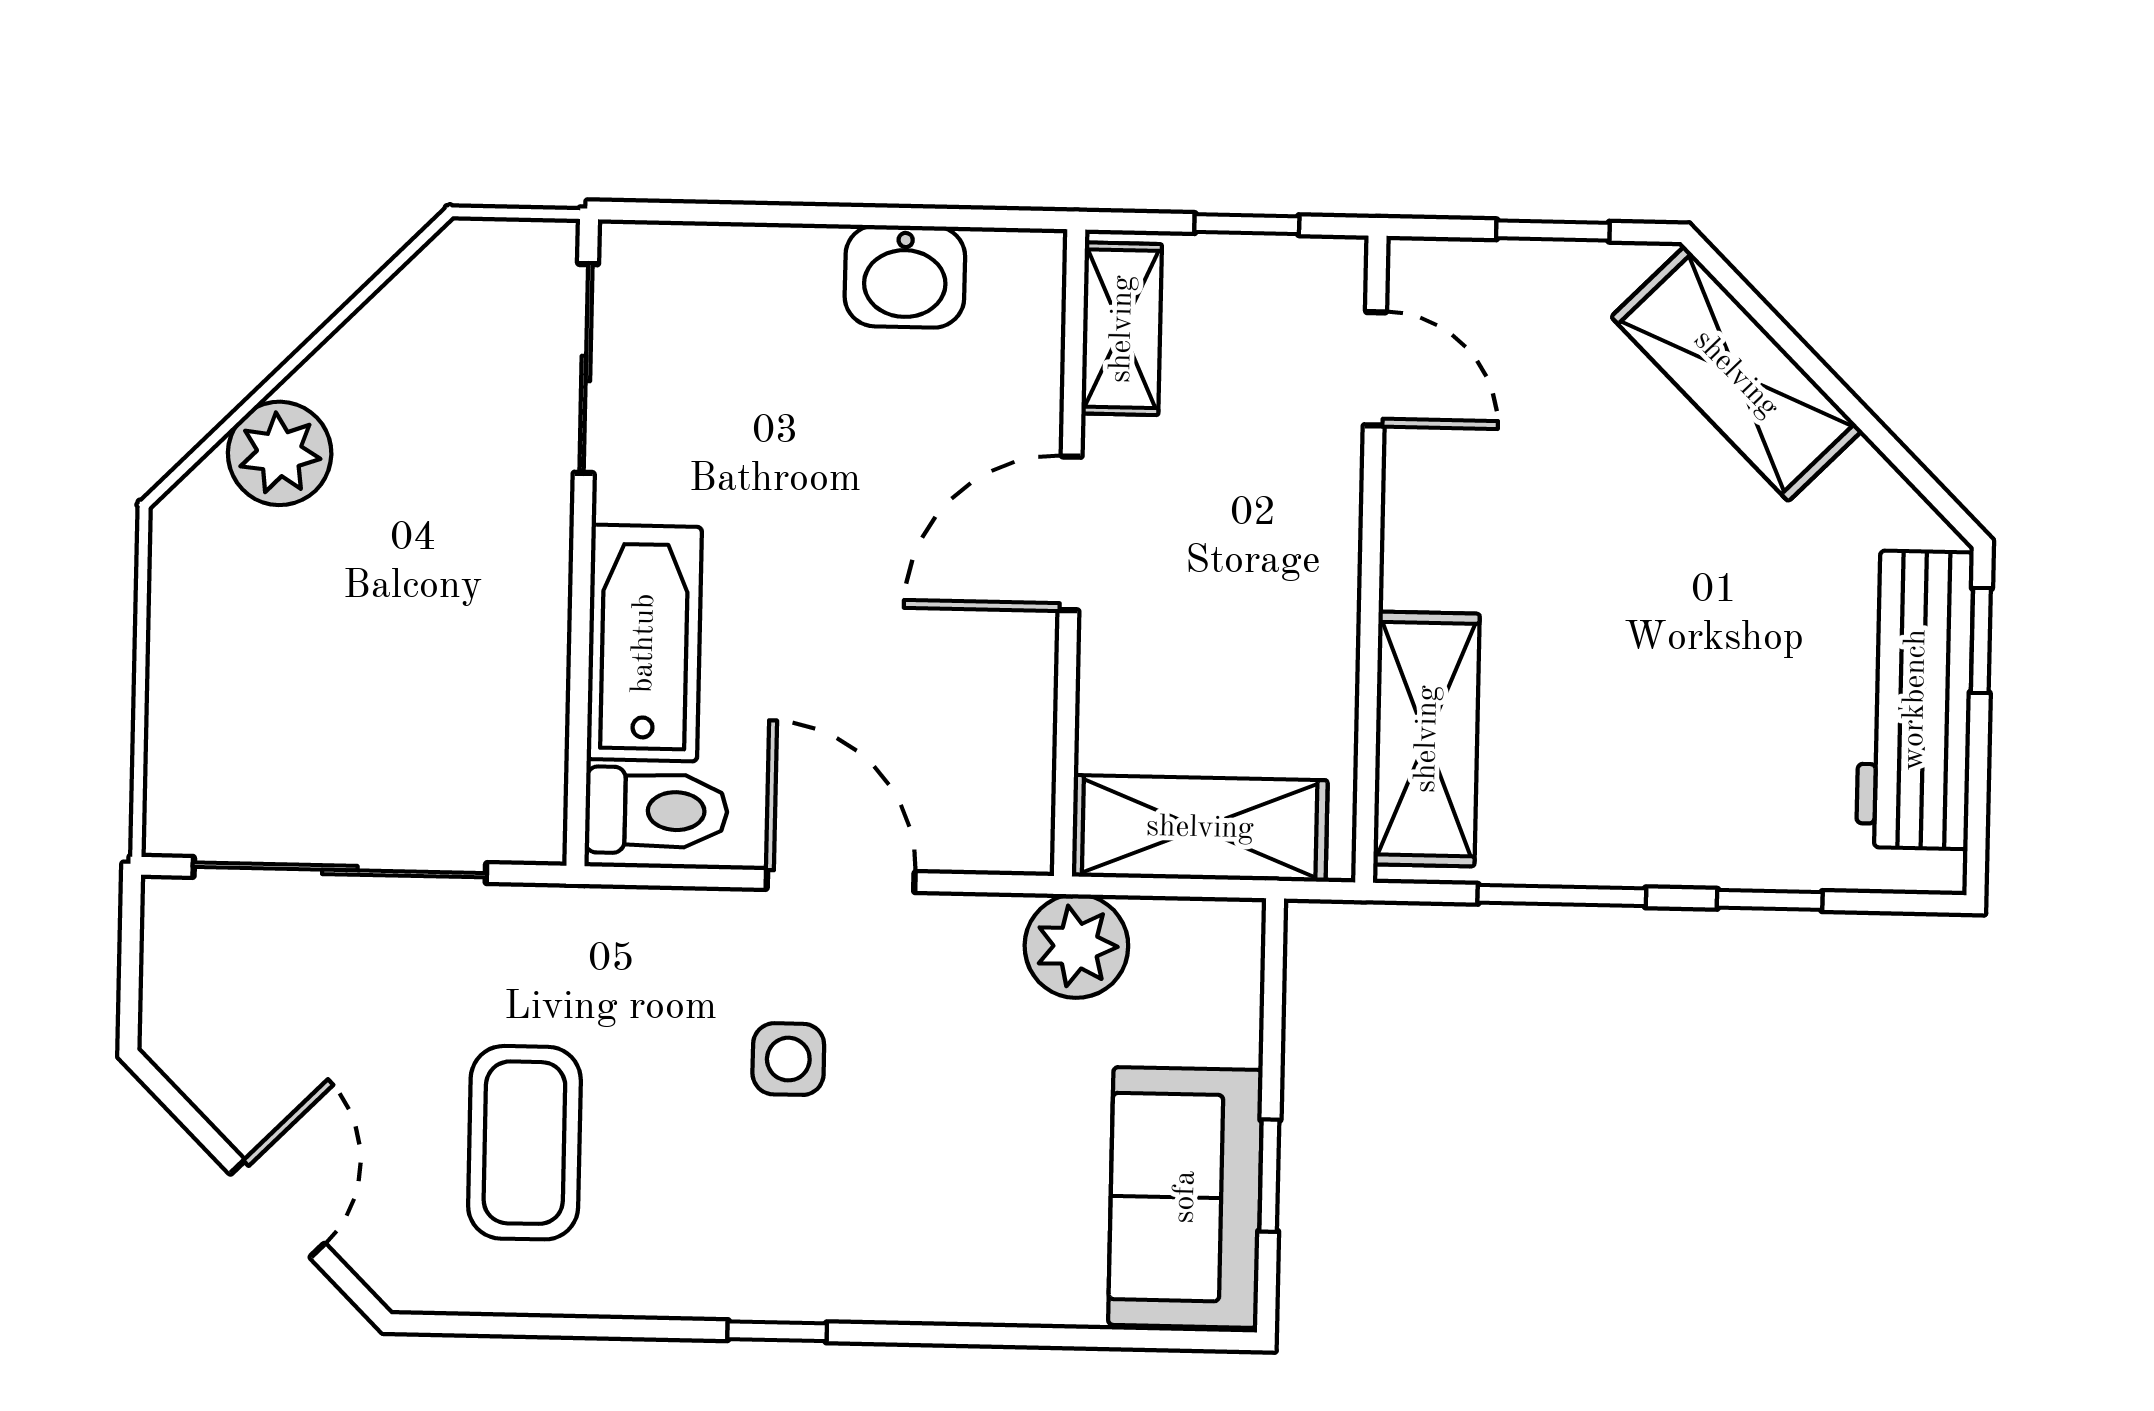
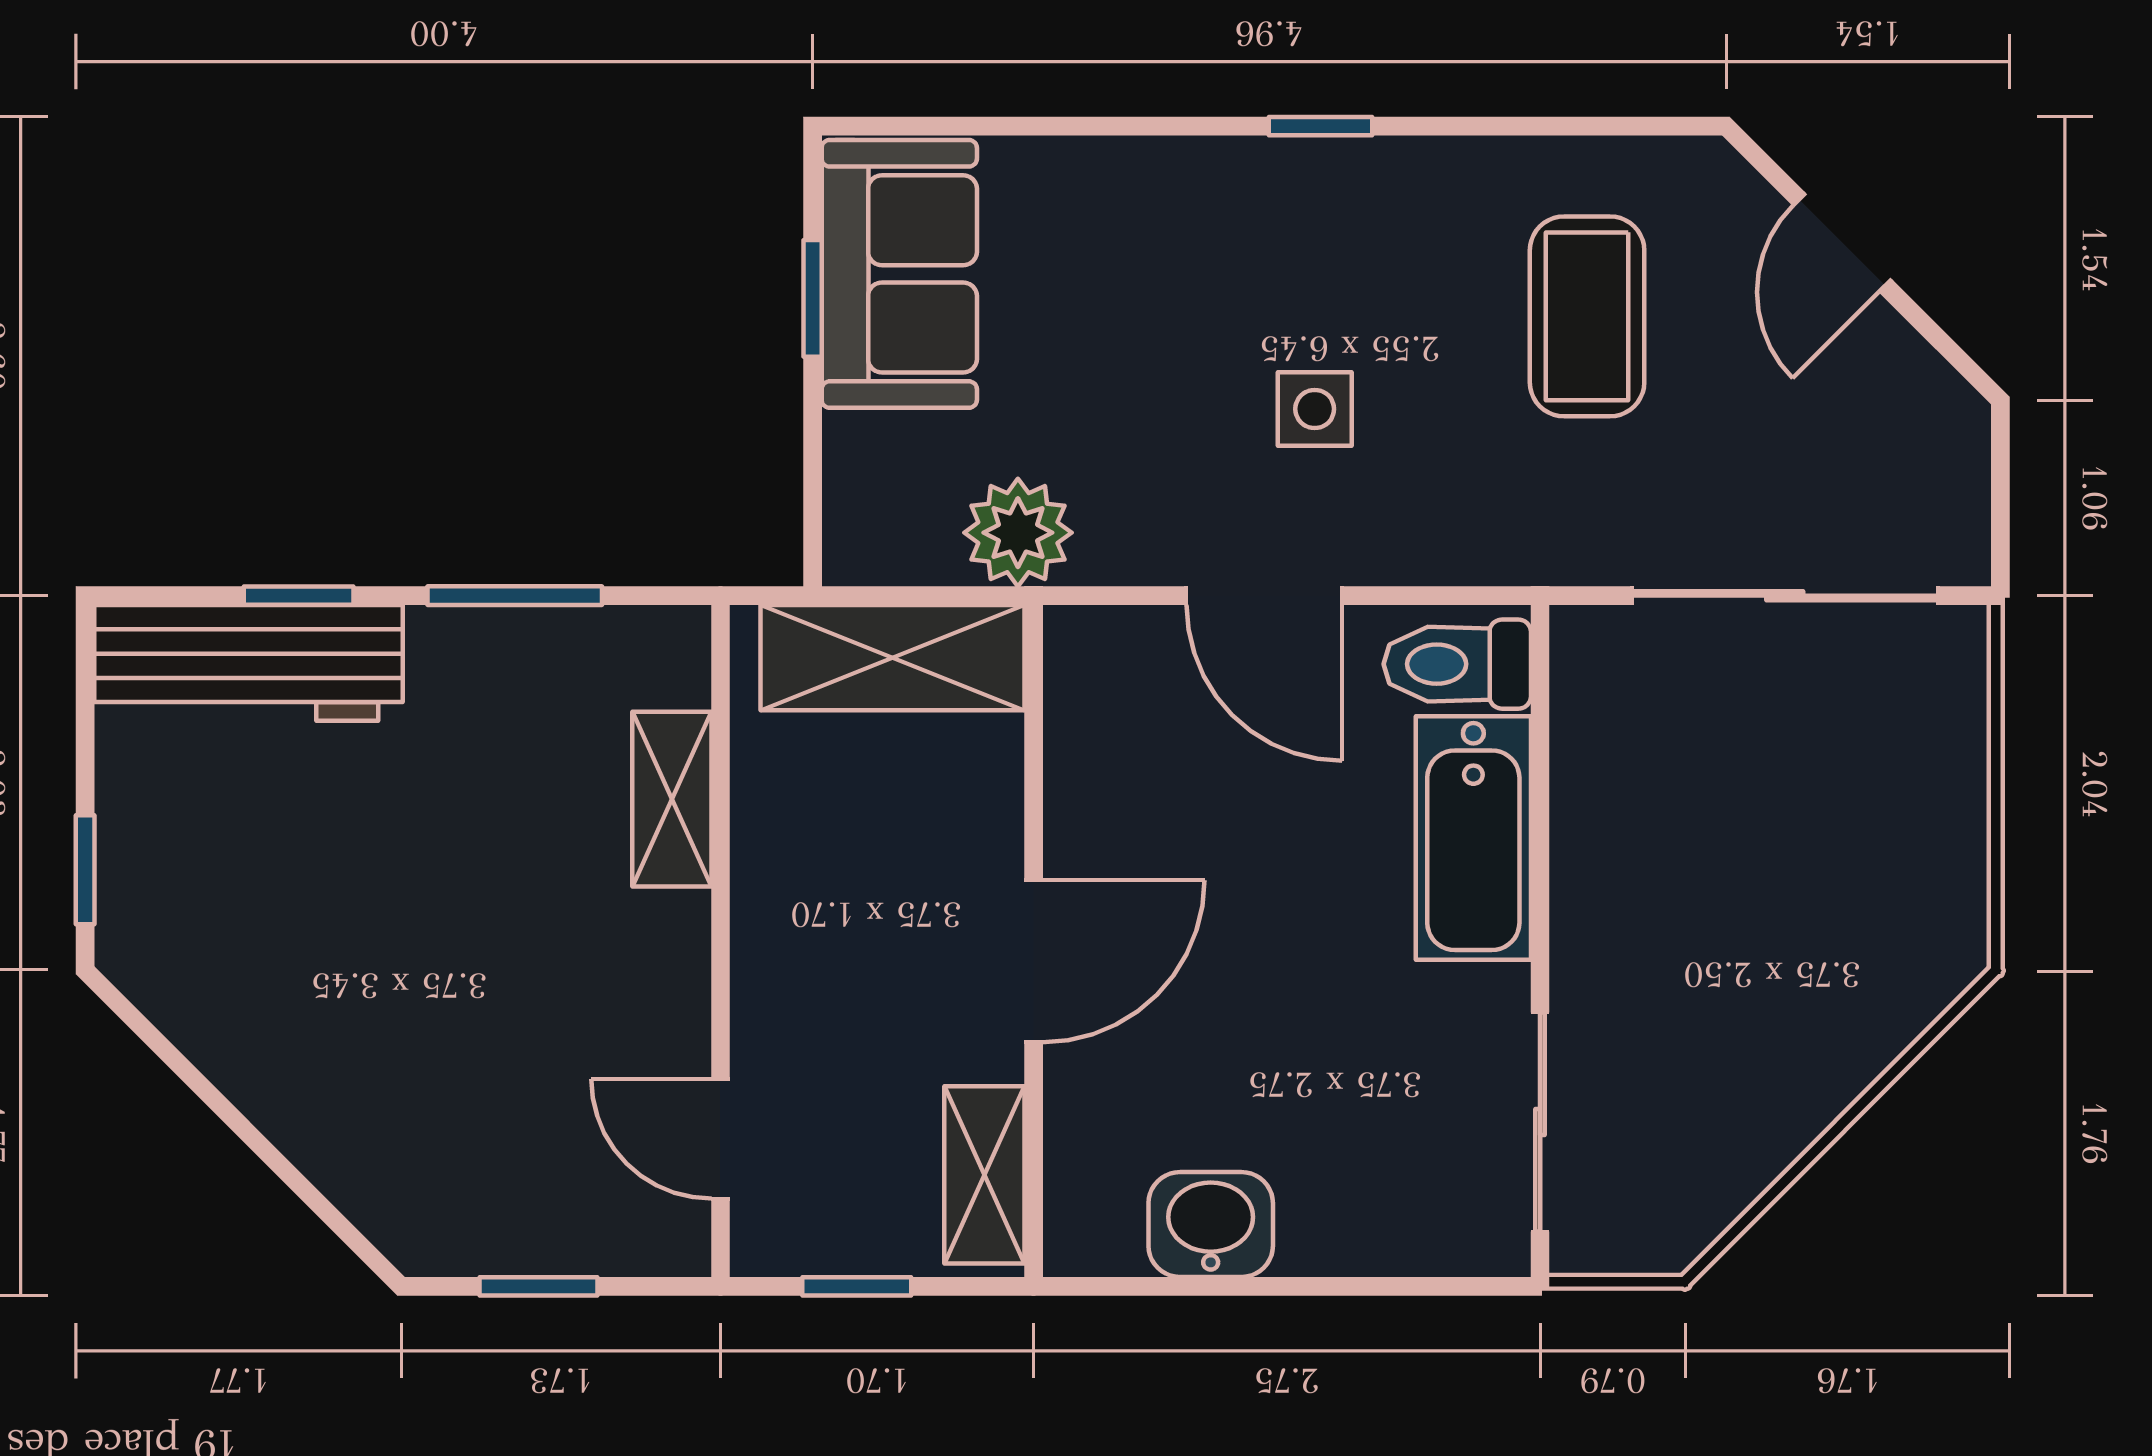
shelving: (1736, 374) -> (345, 1142), removed
plant: (280, 453) -> (1856, 1027), removed
workbench: (1915, 700) -> (249, 663), moved, turned 90
shelving: (1427, 739) -> (672, 799), width x0.67, depth x0.75

